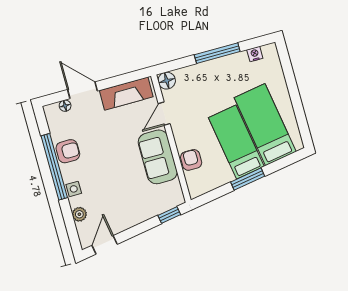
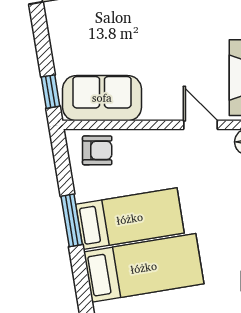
sofa: (158, 157) -> (102, 98), moved
armchair: (191, 160) -> (97, 150), moved

